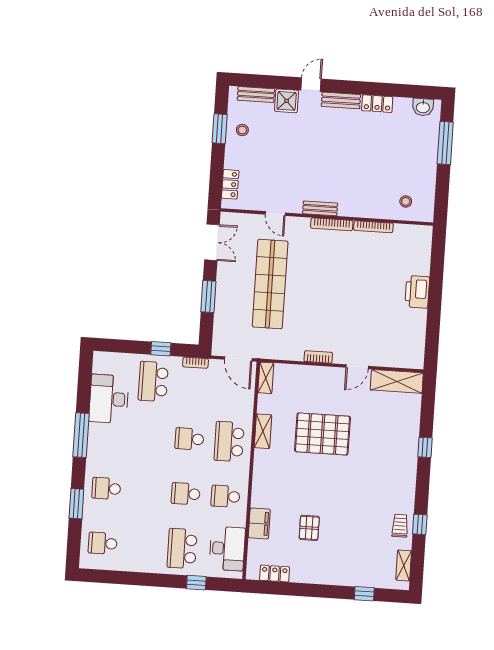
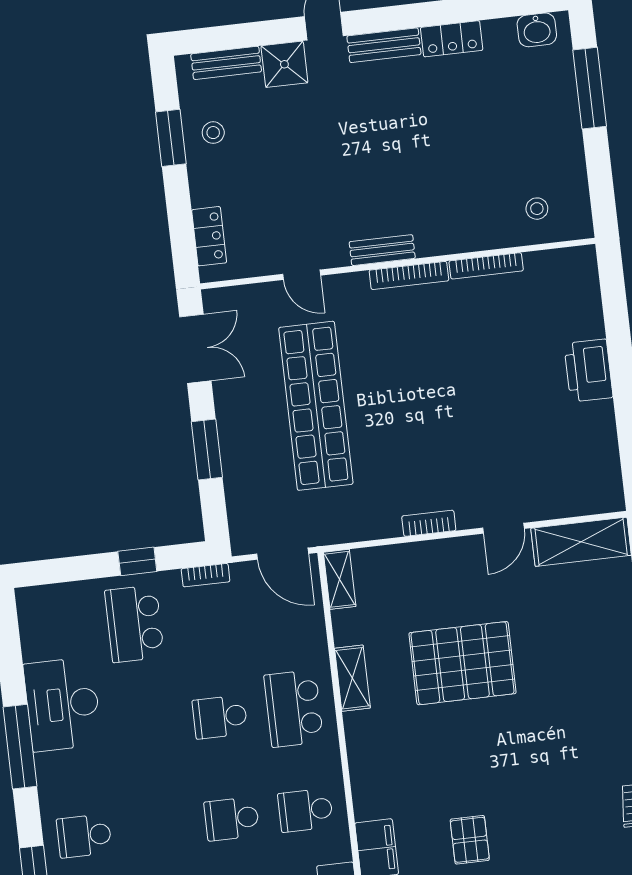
desk: (109, 399) -> (63, 704), moved

